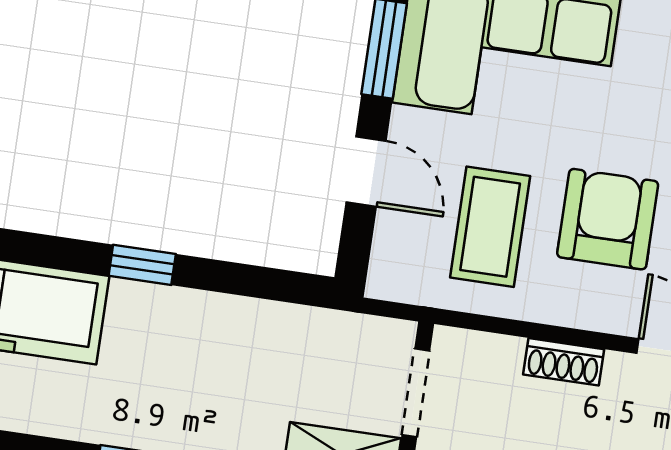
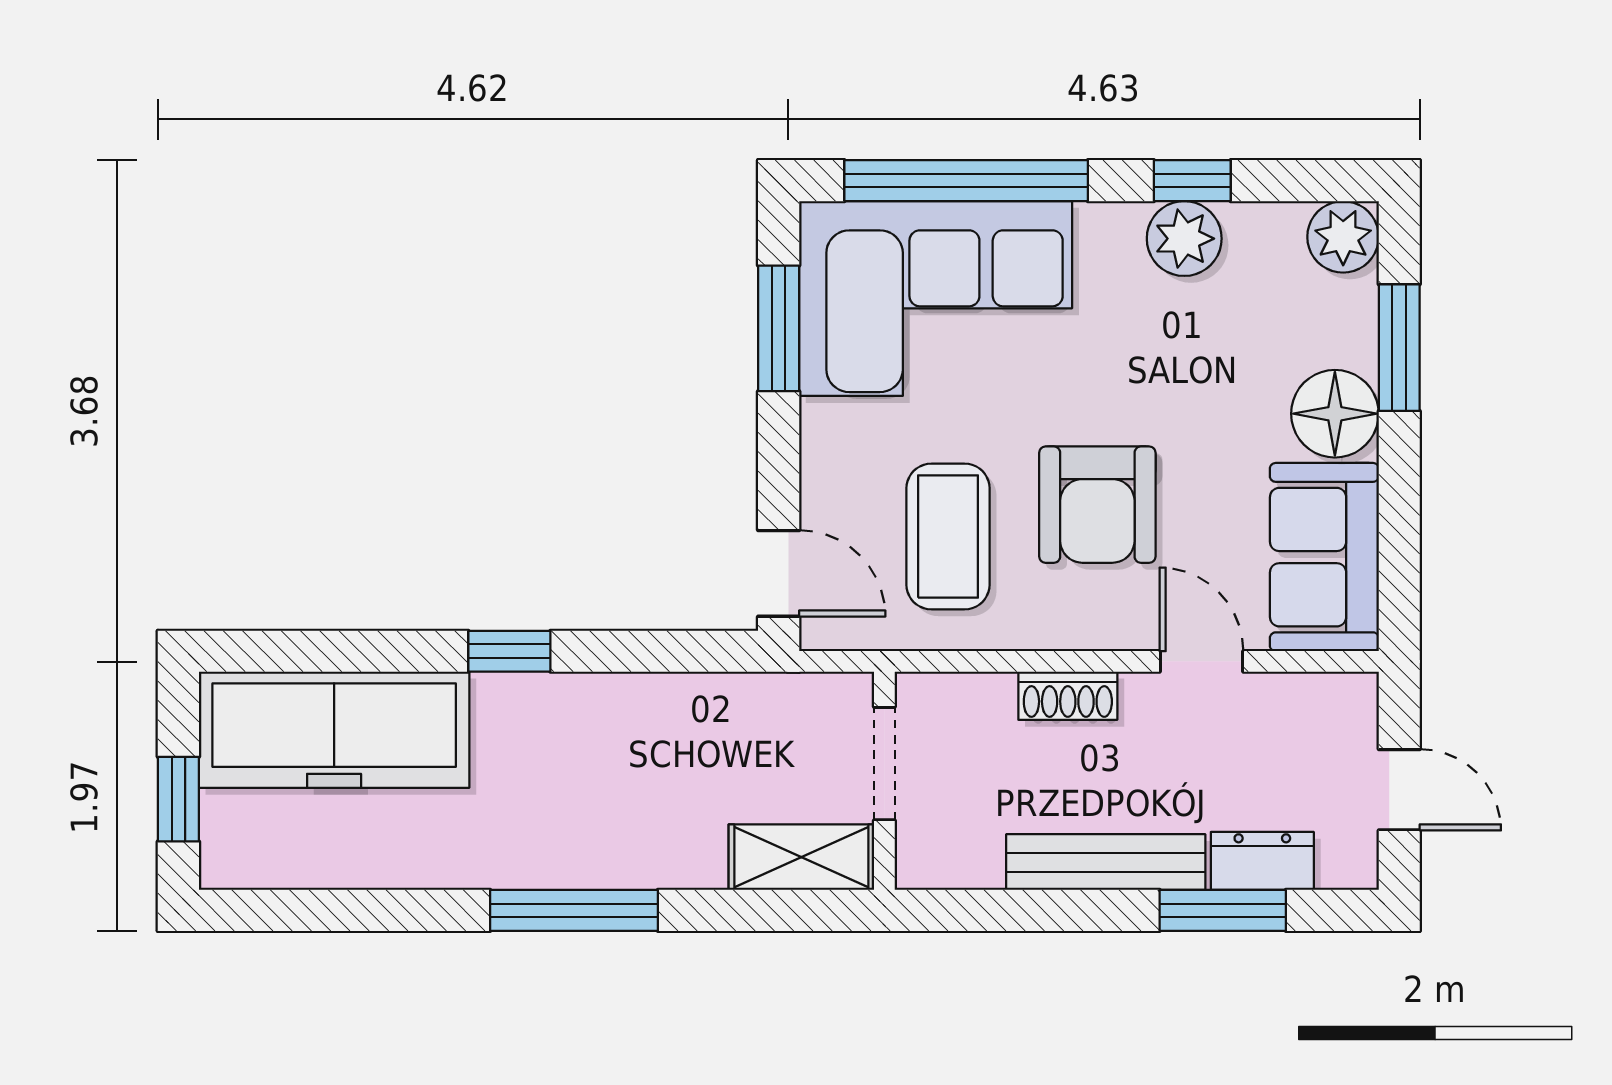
door: (366, 172) -> (779, 573), moved
armchair: (608, 219) -> (1097, 505), turned 180

